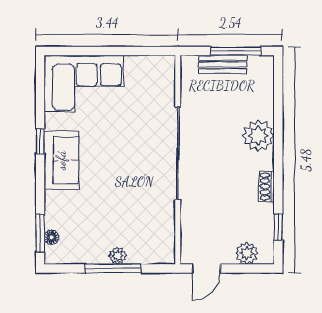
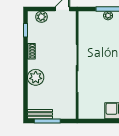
bench: (223, 64) -> (40, 114), moved

